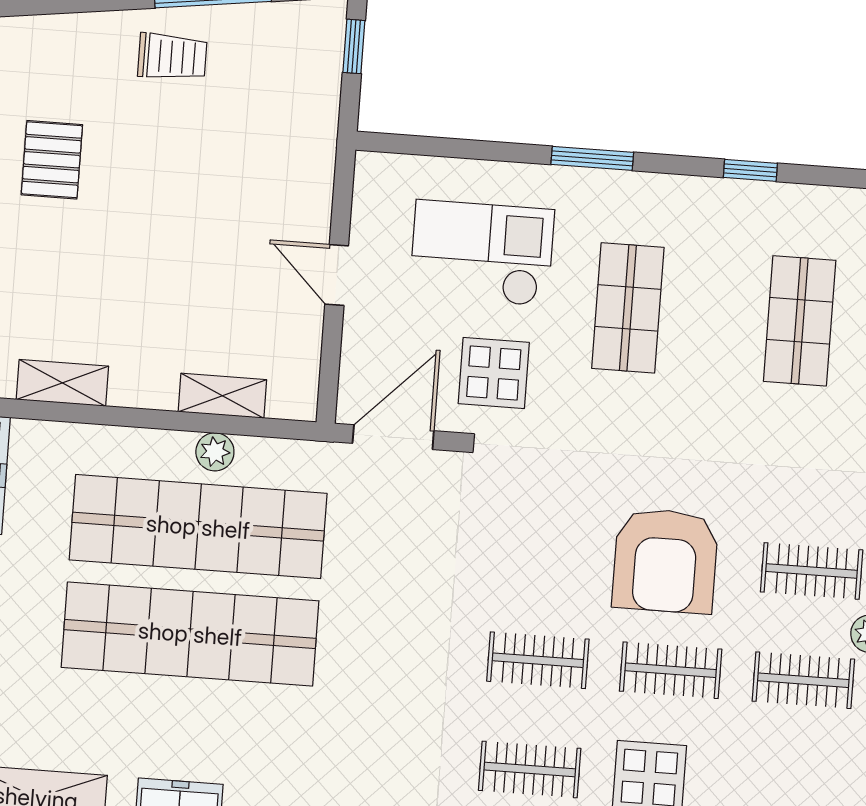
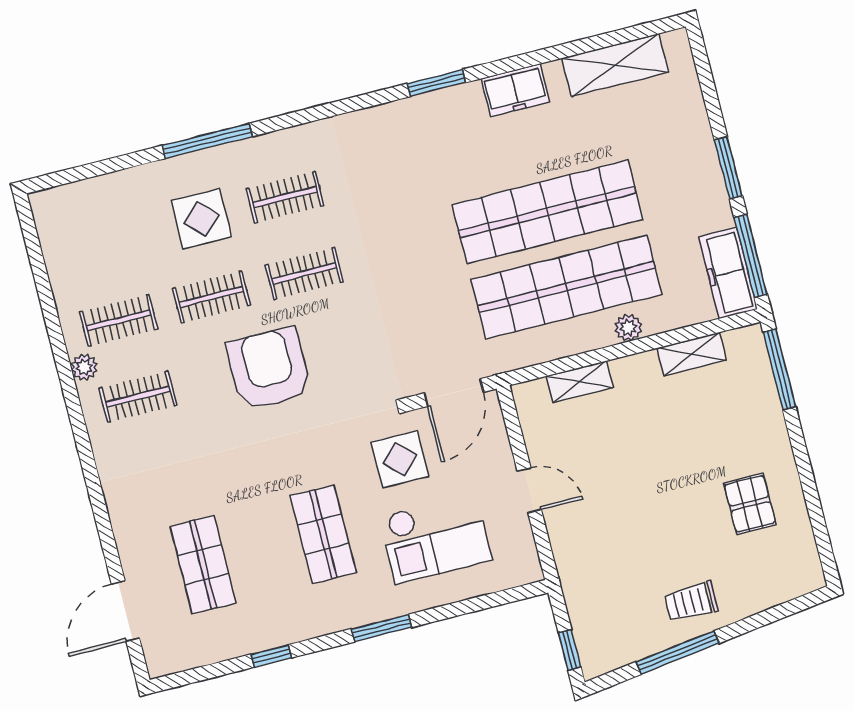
plant: (215, 452) -> (628, 328), moved
armchair: (665, 561) -> (269, 369), moved

